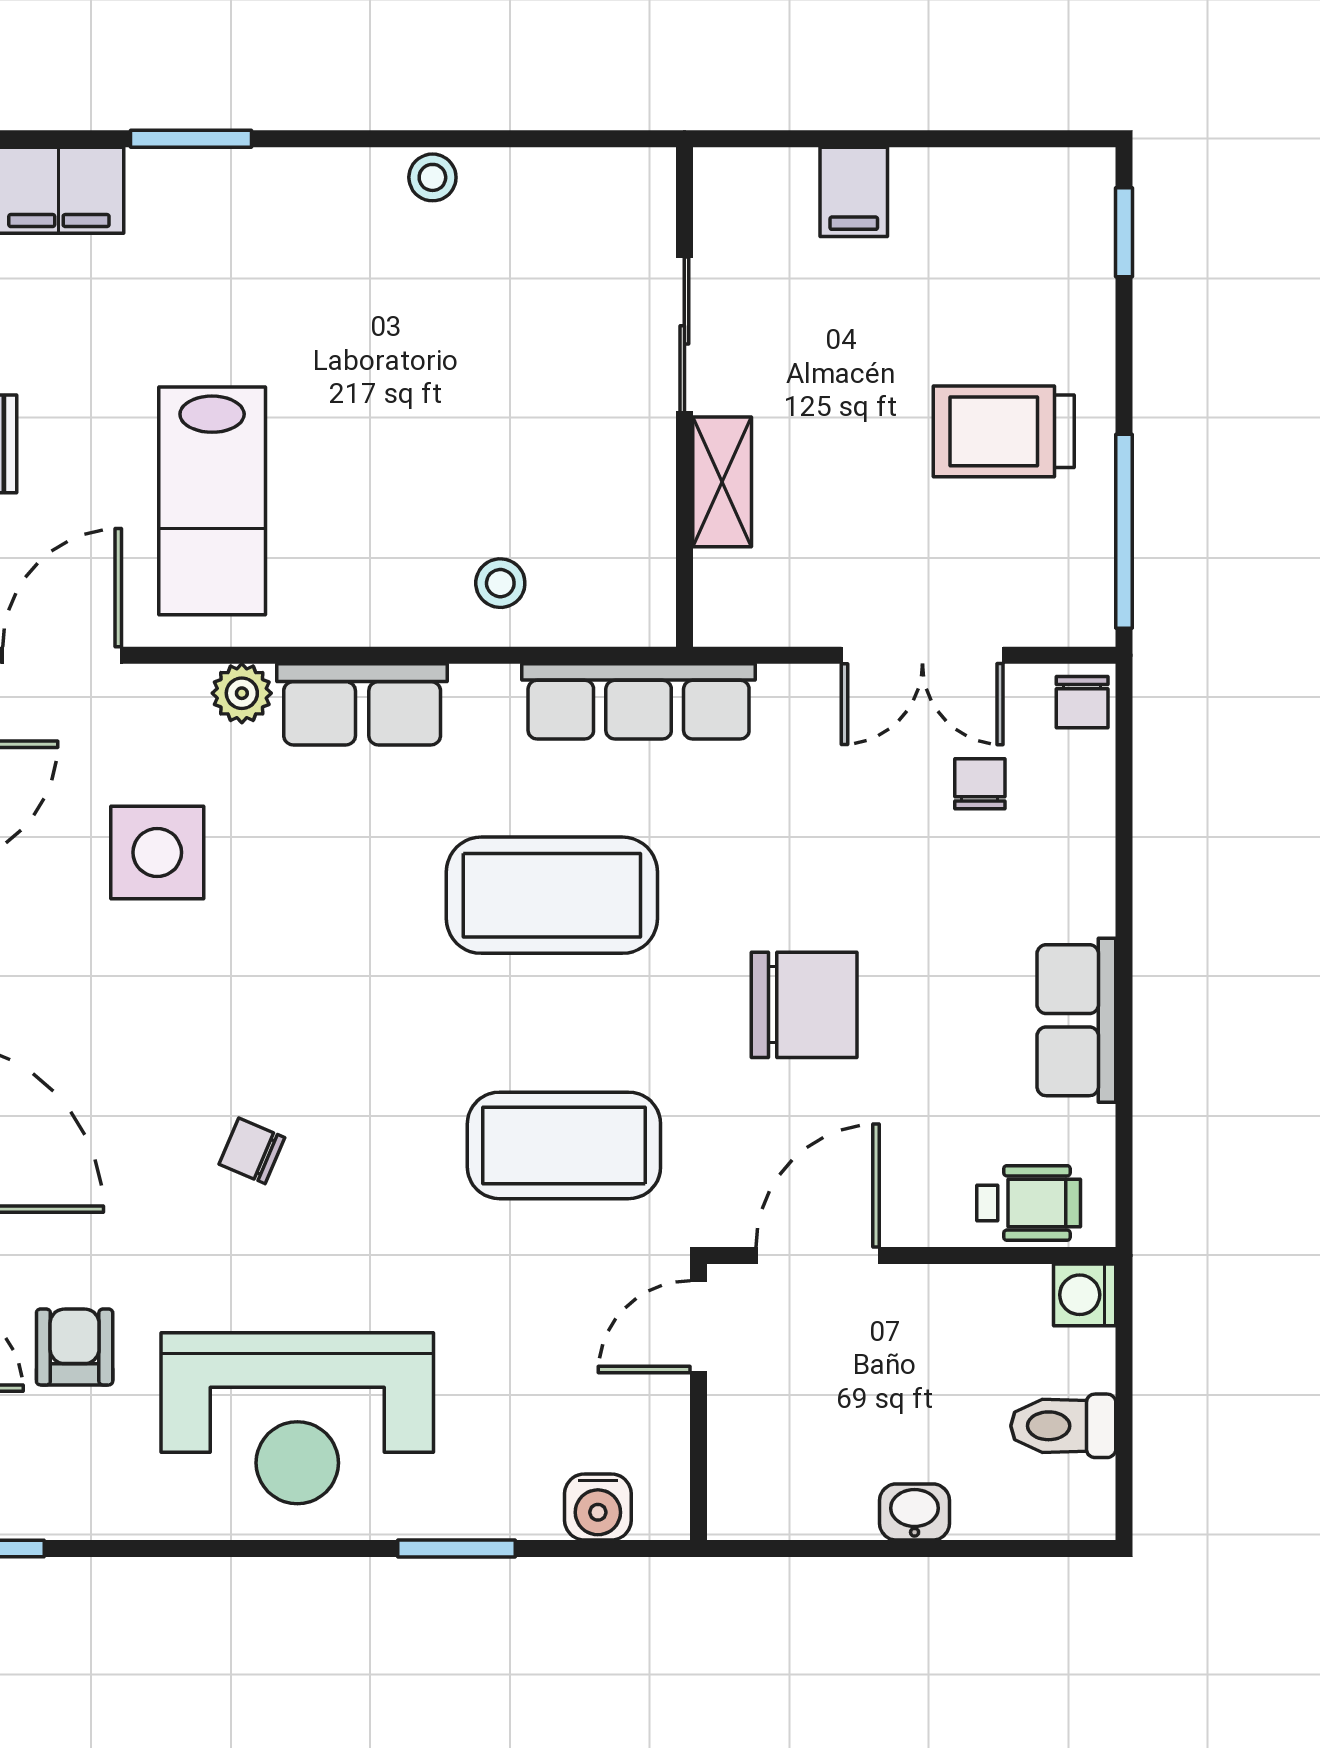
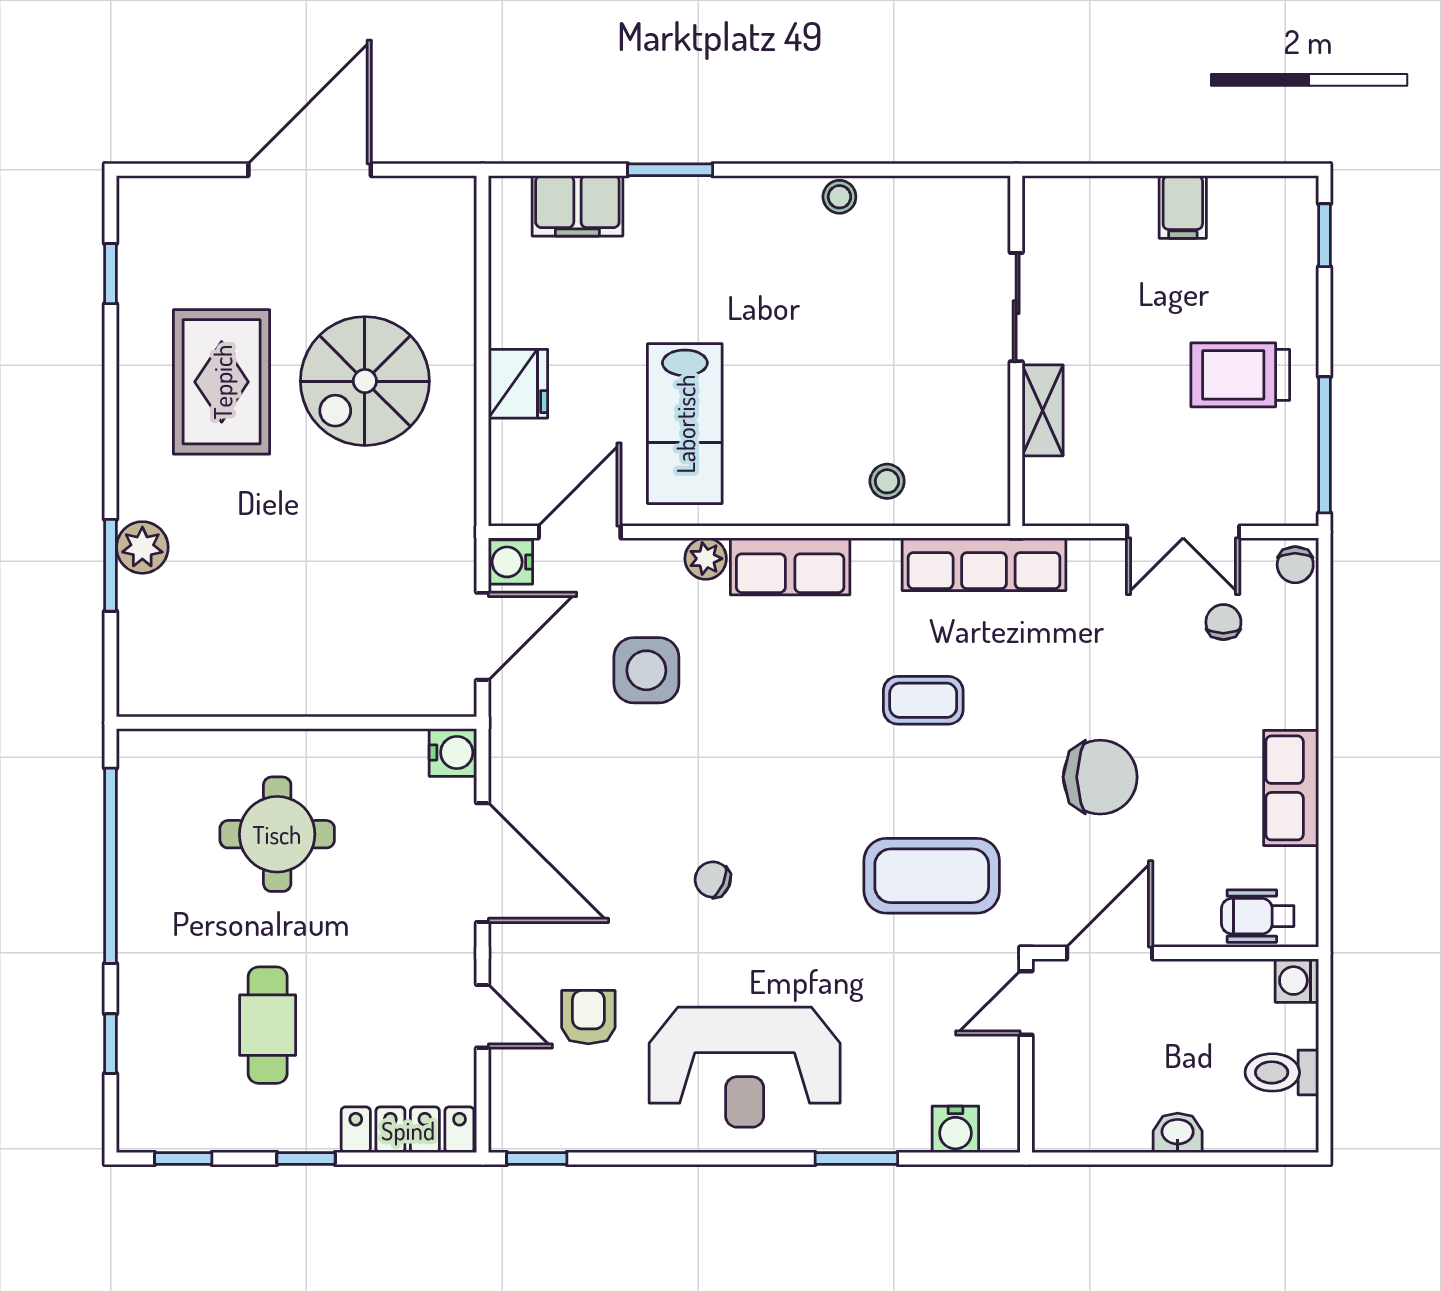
filing cabinet: (854, 192) -> (1183, 207), moved
coffee table: (552, 895) -> (923, 700), width x0.54, depth x0.58
wheelchair: (1029, 1203) -> (1258, 916), turned 180

